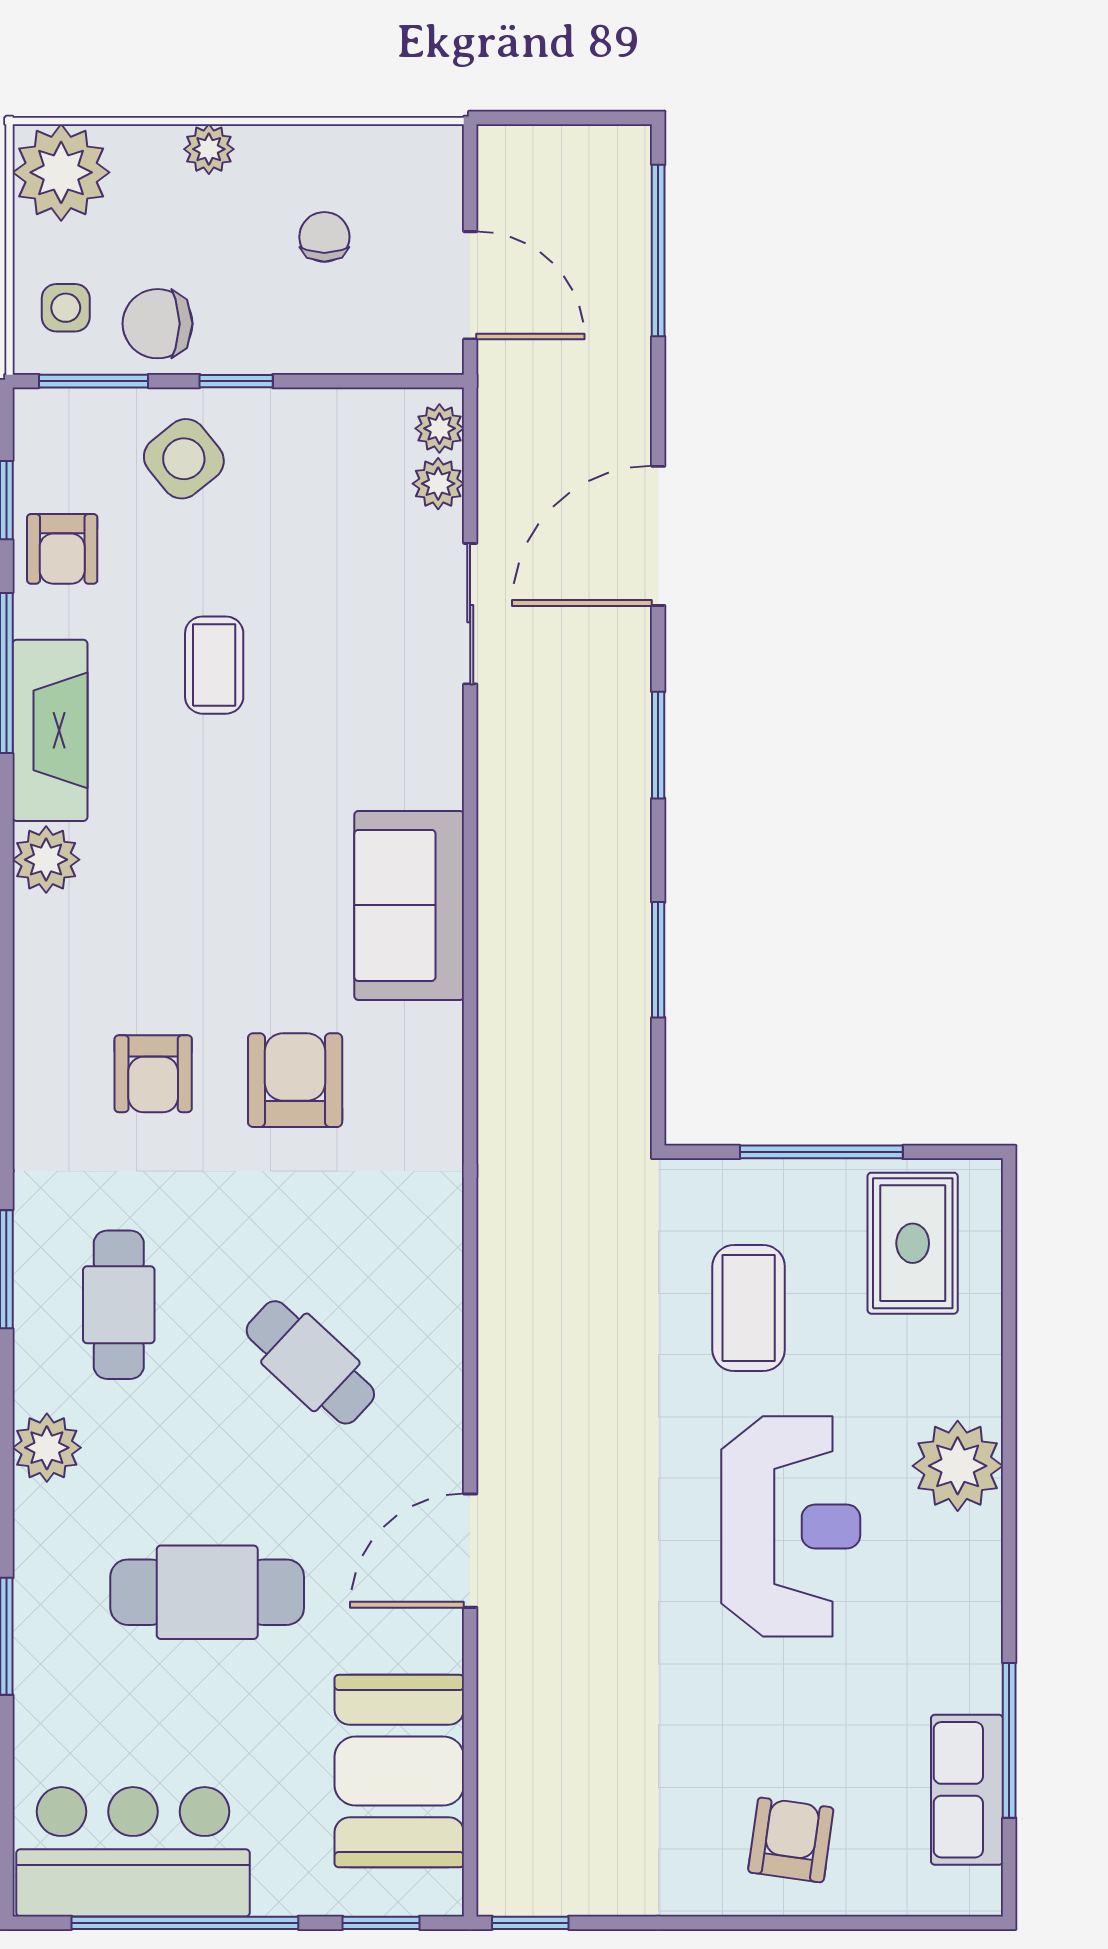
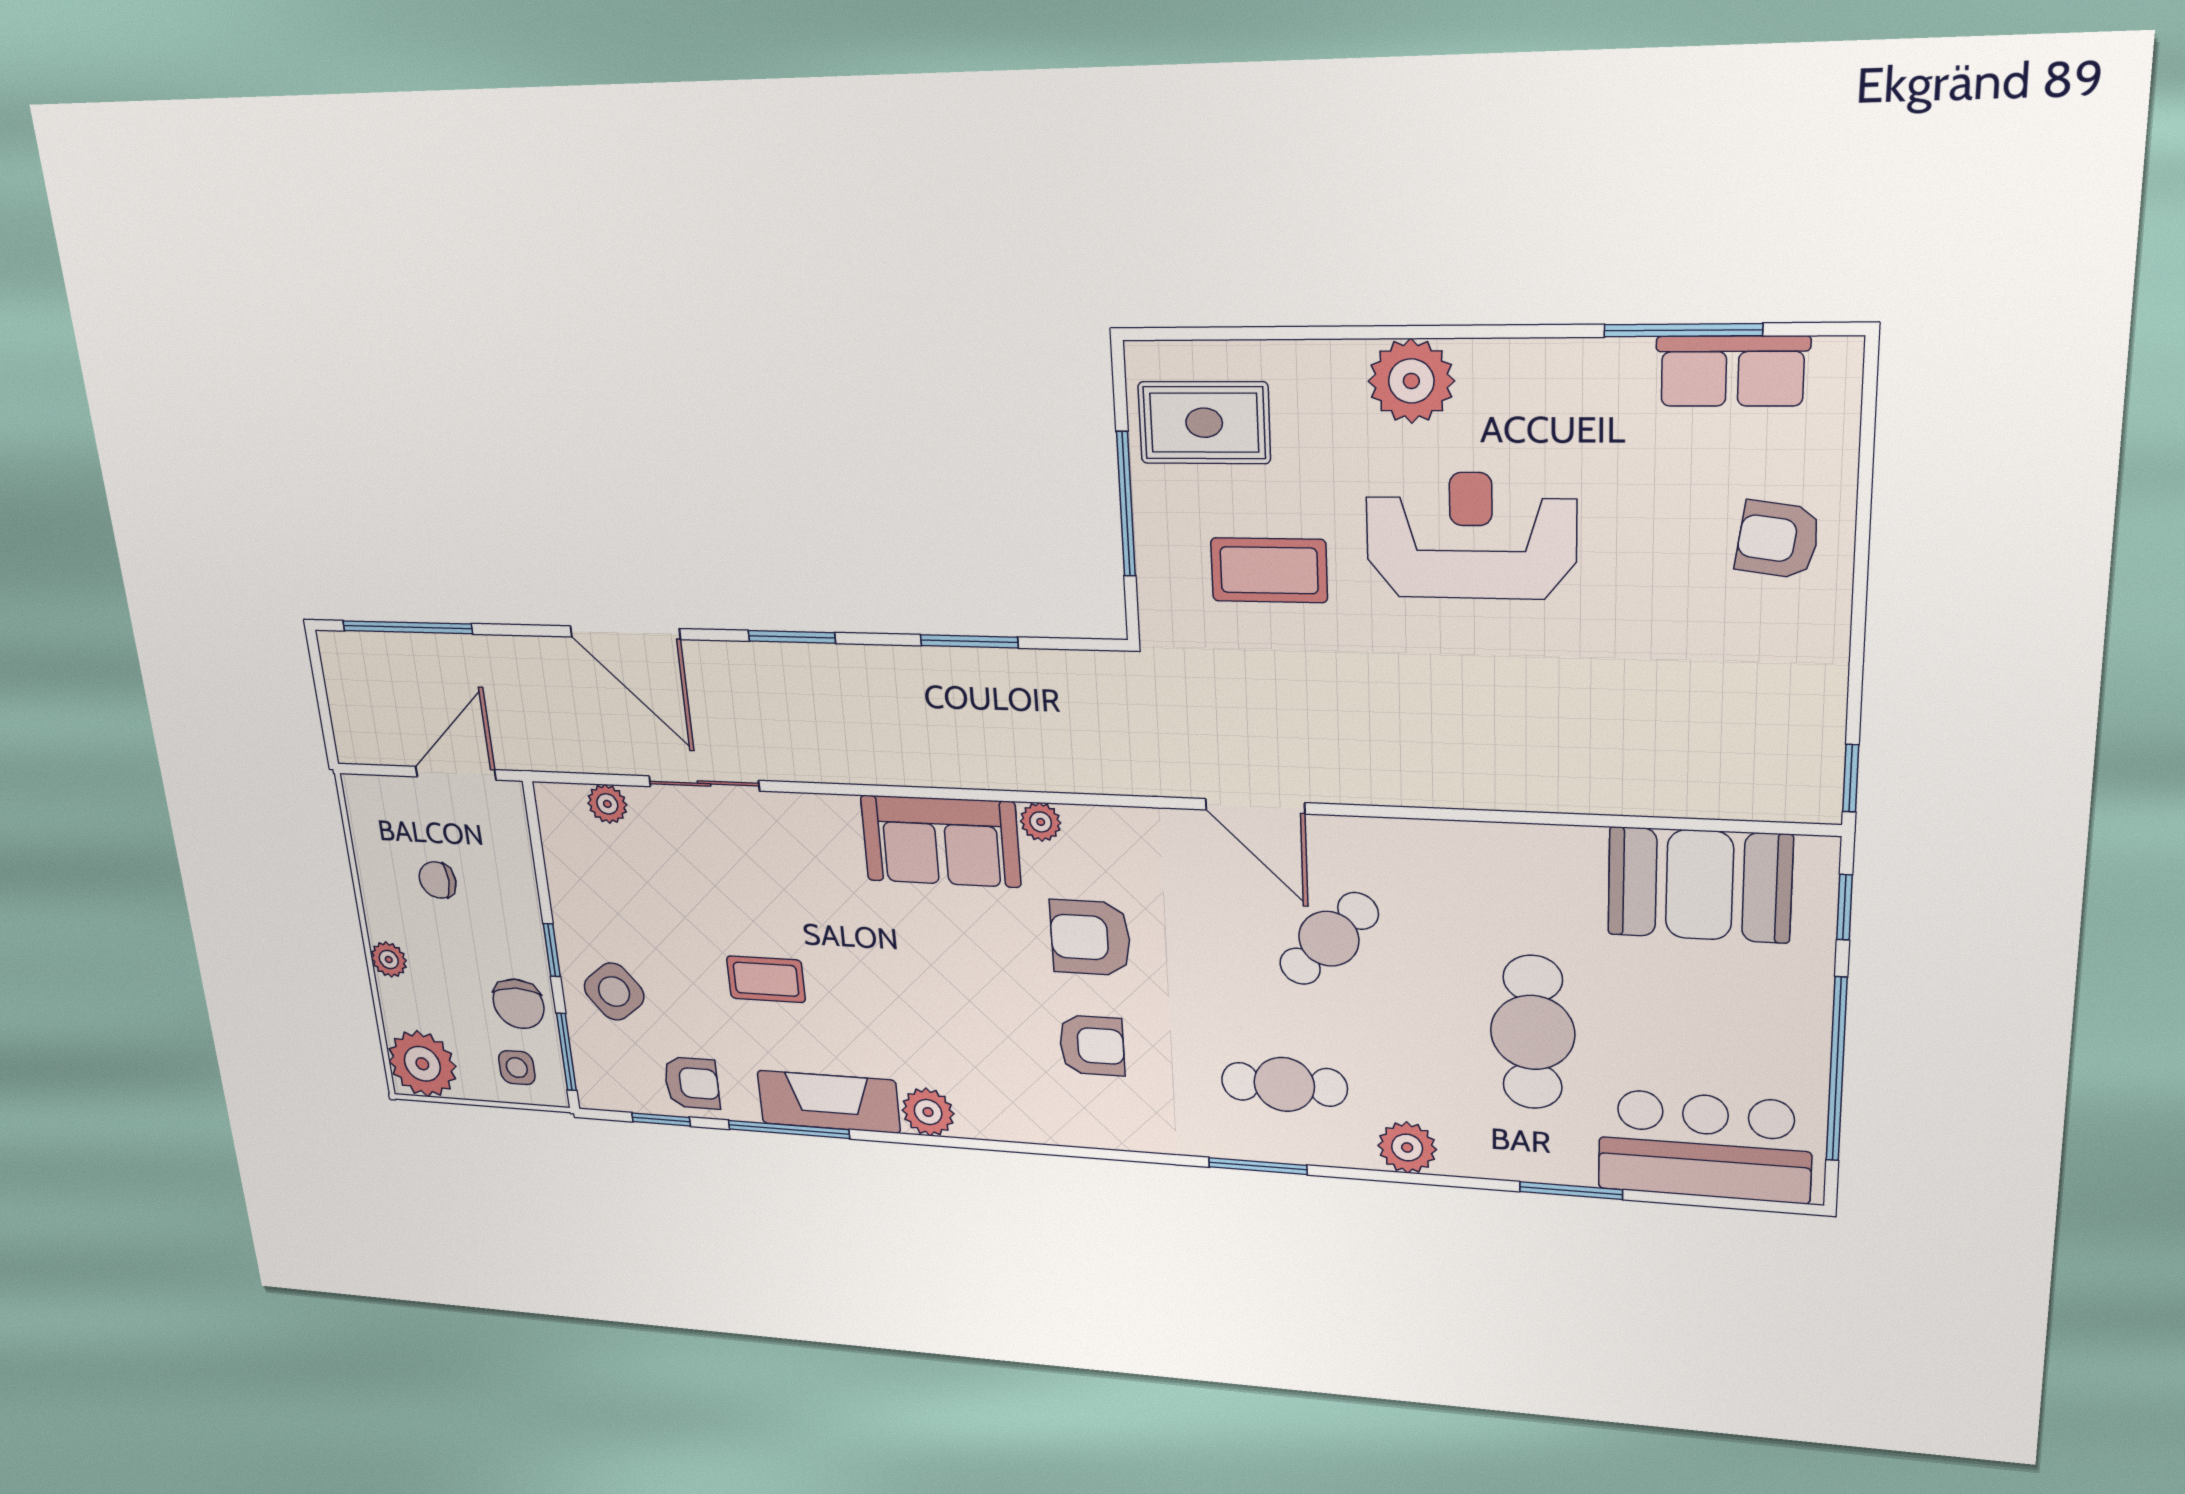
plant: (439, 428) -> (1041, 822), moved
door: (470, 1551) -> (1255, 806), moved
bar counter: (133, 1852) -> (1705, 1146), moved, turned 90

